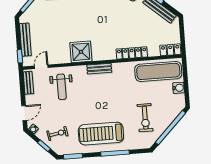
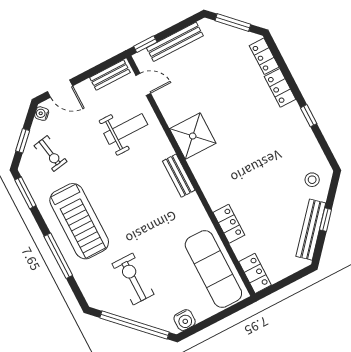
locker: (132, 53) -> (229, 224), width x0.66
weight bench: (61, 87) -> (126, 129), turned 180
water cooler: (179, 88) -> (185, 320), moved
exercise bike: (145, 118) -> (133, 279), turned 90
treadmill: (101, 134) -> (79, 221), turned 180

